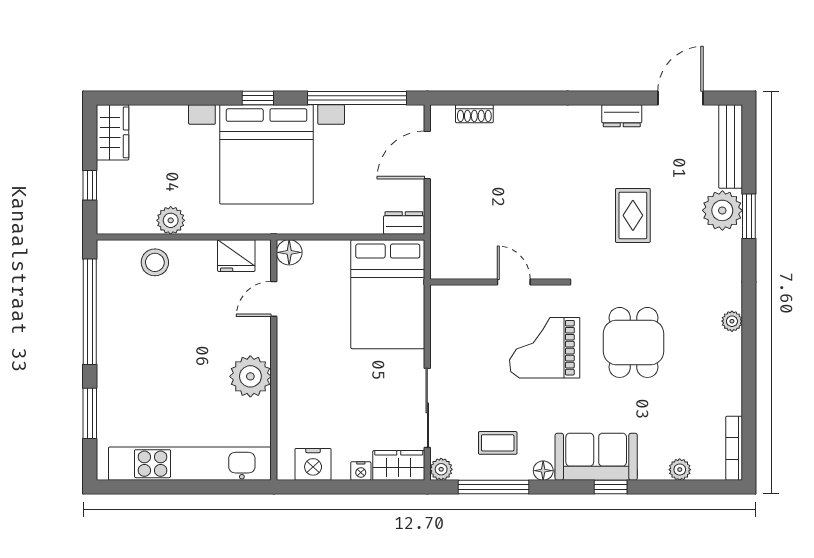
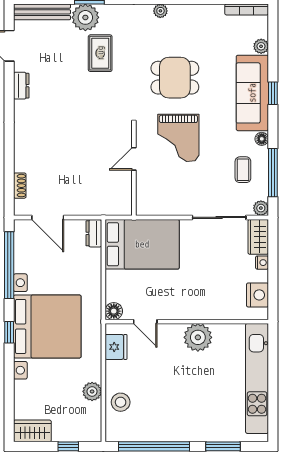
rug: (633, 215) -> (100, 53), moved, turned 90
sofa: (596, 457) -> (252, 93), width x1.36

